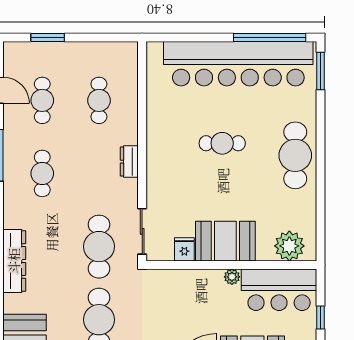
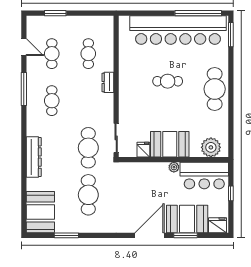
dresser: (129, 162) -> (108, 82), moved

